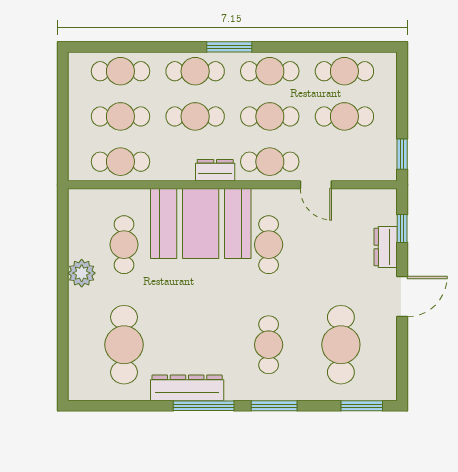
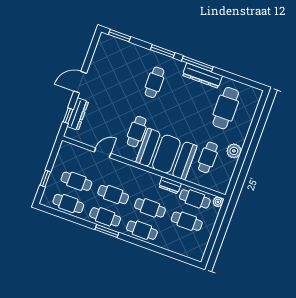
window: (229, 47) -> (107, 231), moved
cafe table: (120, 71) -> (179, 243), removed
window: (402, 154) -> (45, 179), moved
cafe table: (270, 162) -> (121, 172), removed
dresser: (215, 170) -> (170, 185), moved
plant: (77, 172) -> (218, 202), added
door: (316, 185) -> (103, 153), hinge flipped
dresser: (386, 247) -> (78, 114), width x1.44
cafe table: (341, 345) -> (119, 69), removed

